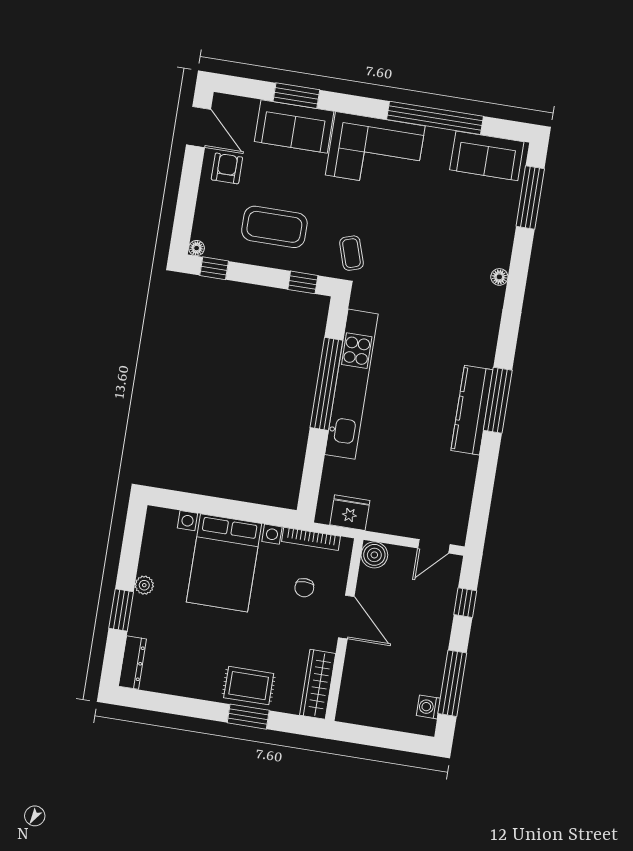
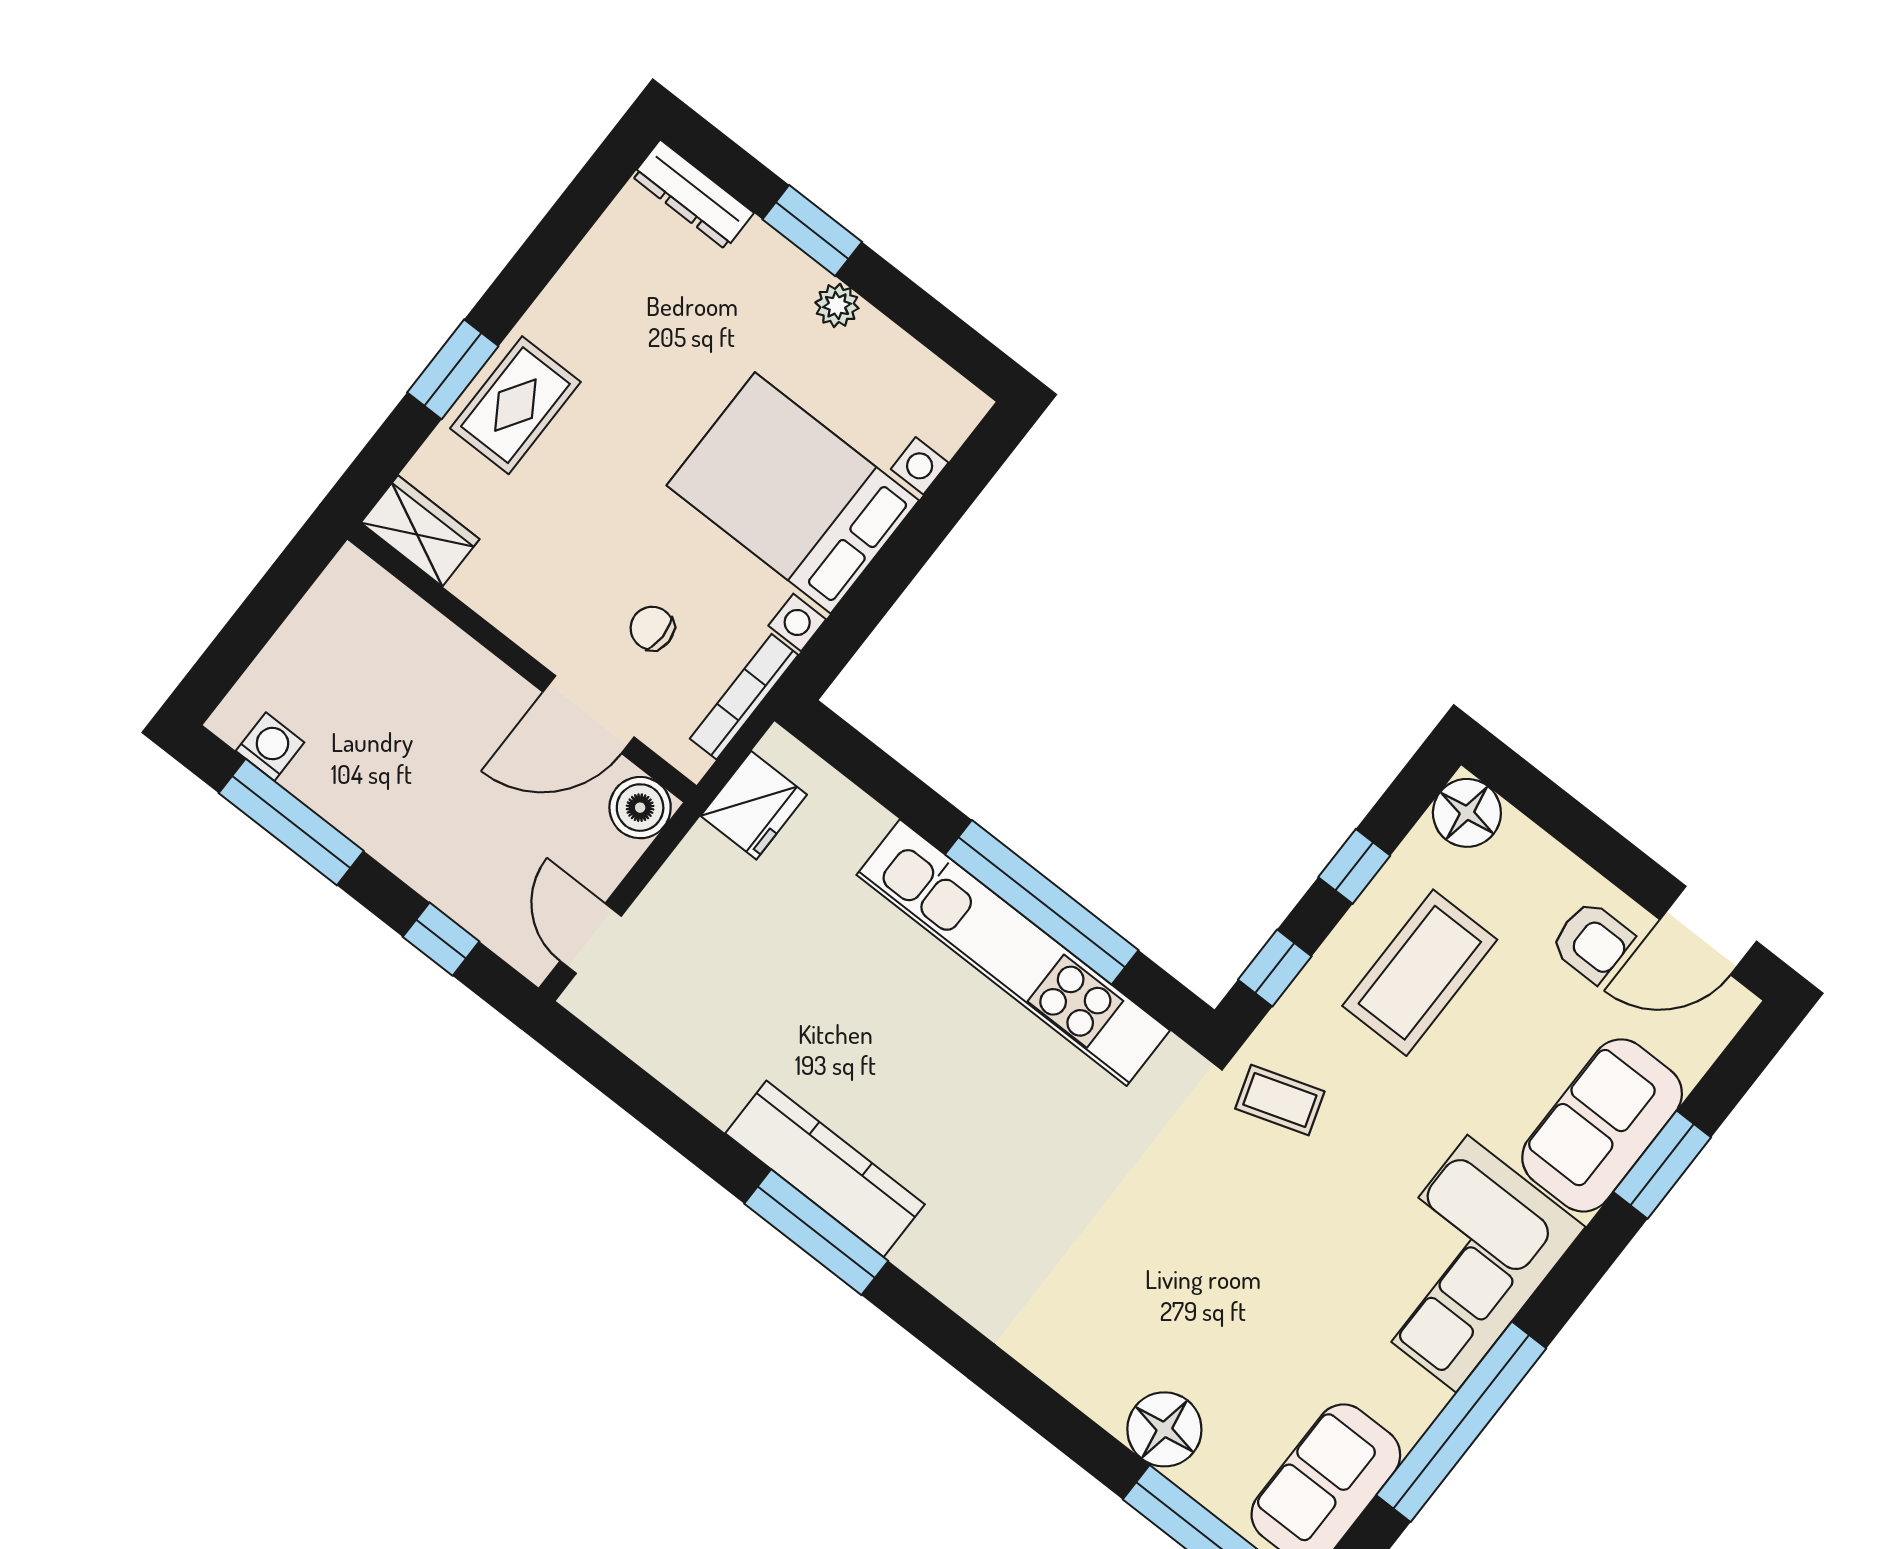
floor lamp: (197, 248) -> (1467, 813), width x1.89, depth x1.89
window: (214, 268) -> (1354, 866), moved
floor lamp: (499, 277) -> (1164, 1429), moved, width x1.89, depth x1.89
door: (346, 617) -> (589, 715), moved
wardrobe: (318, 684) -> (420, 531), width x0.67

